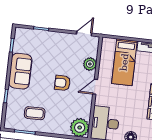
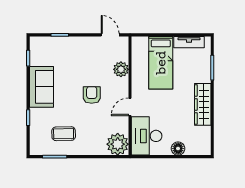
door: (84, 34) -> (110, 35), hinge flipped
armchair: (62, 83) -> (92, 95), turned 90
door: (95, 87) -> (130, 107), moved

